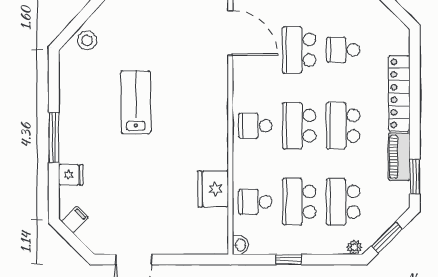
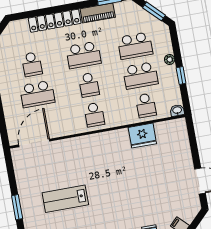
lab bench: (136, 102) -> (65, 199), moved
school desk: (299, 126) -> (89, 85), width x0.54
plant: (354, 247) -> (170, 60), moved

